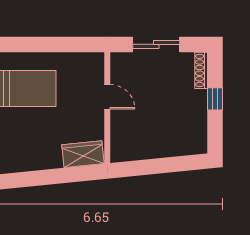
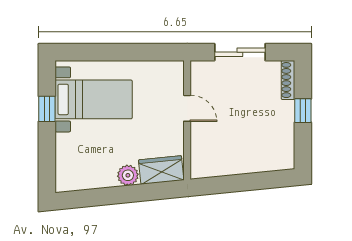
plant: (52, 159) -> (128, 175), added

